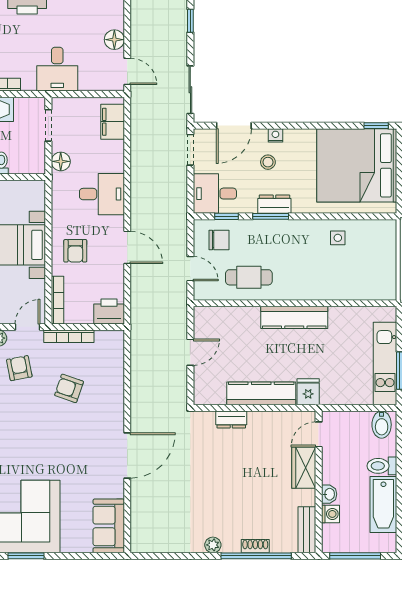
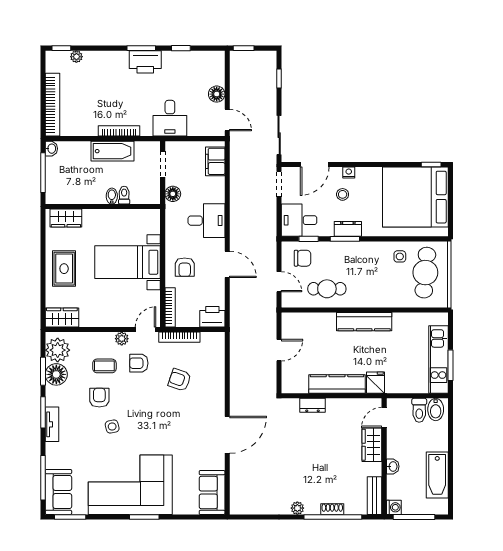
cafe table: (369, 258) -> (425, 273), added
armchair: (19, 368) -> (139, 363), turned -79
toilet: (382, 466) -> (419, 410), moved, turned -90
washing machine: (331, 514) -> (394, 507), moved

